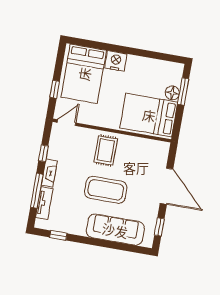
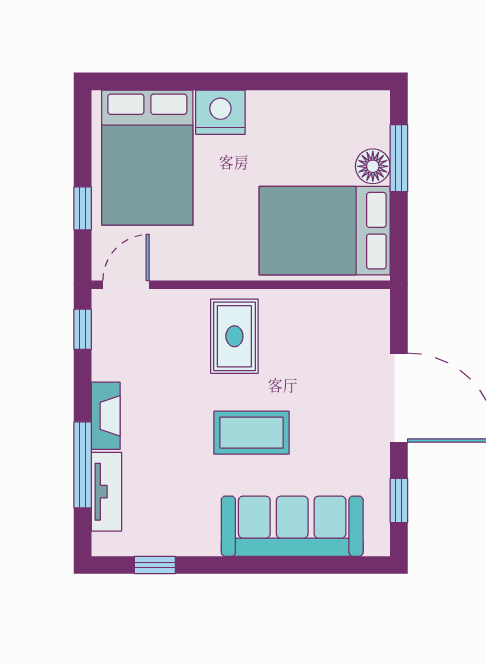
window: (43, 153) -> (83, 329), moved
coffee table: (106, 190) -> (252, 433), width x0.73, depth x0.76

